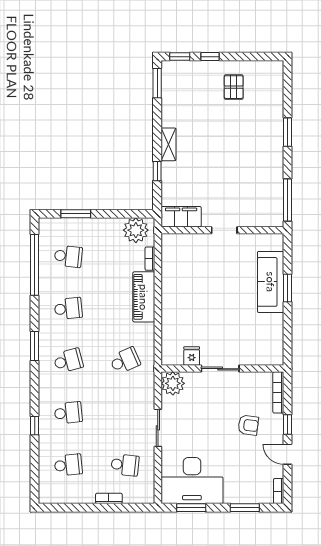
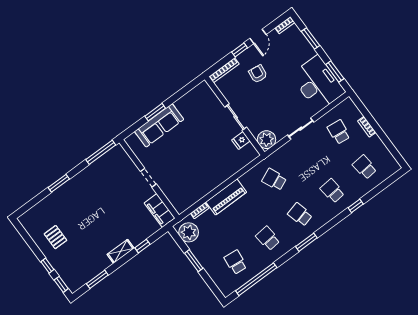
window: (157, 83) -> (97, 279), moved
pallet: (234, 87) -> (55, 237), turned 90
window: (76, 214) -> (194, 261), moved

